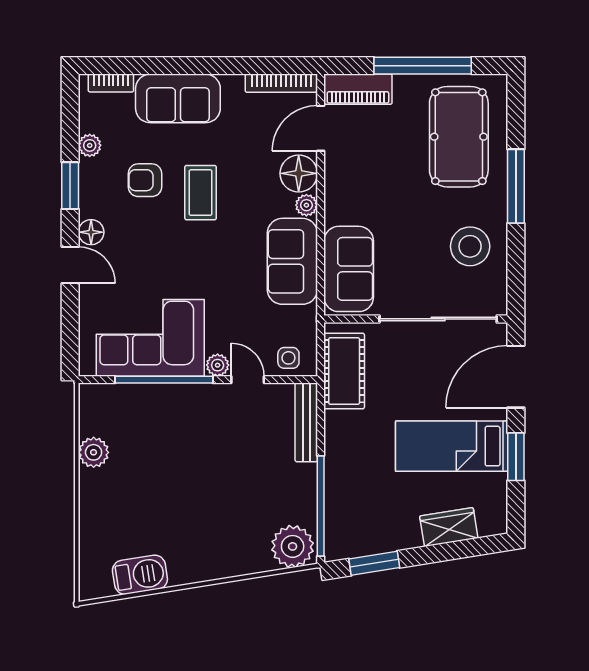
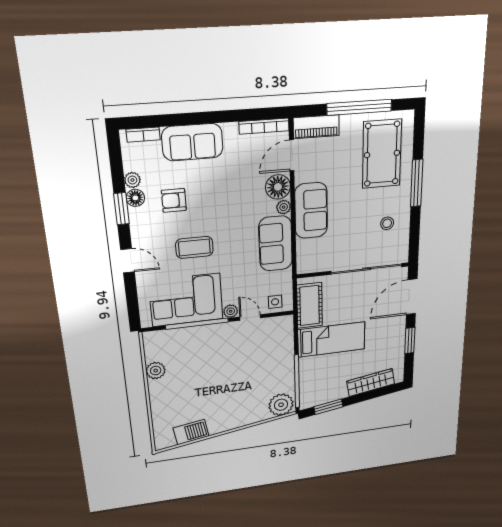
coffee table: (201, 193) -> (194, 247), moved, turned 90
floor lamp: (91, 232) -> (135, 198), moved
stool: (470, 246) -> (387, 223), width x0.53, depth x0.53
sofa: (349, 269) -> (311, 211), moved
bench: (306, 422) -> (287, 337), removed
bed: (452, 446) -> (331, 339), moved, turned 180
wardrobe: (449, 527) -> (371, 382), width x1.50

